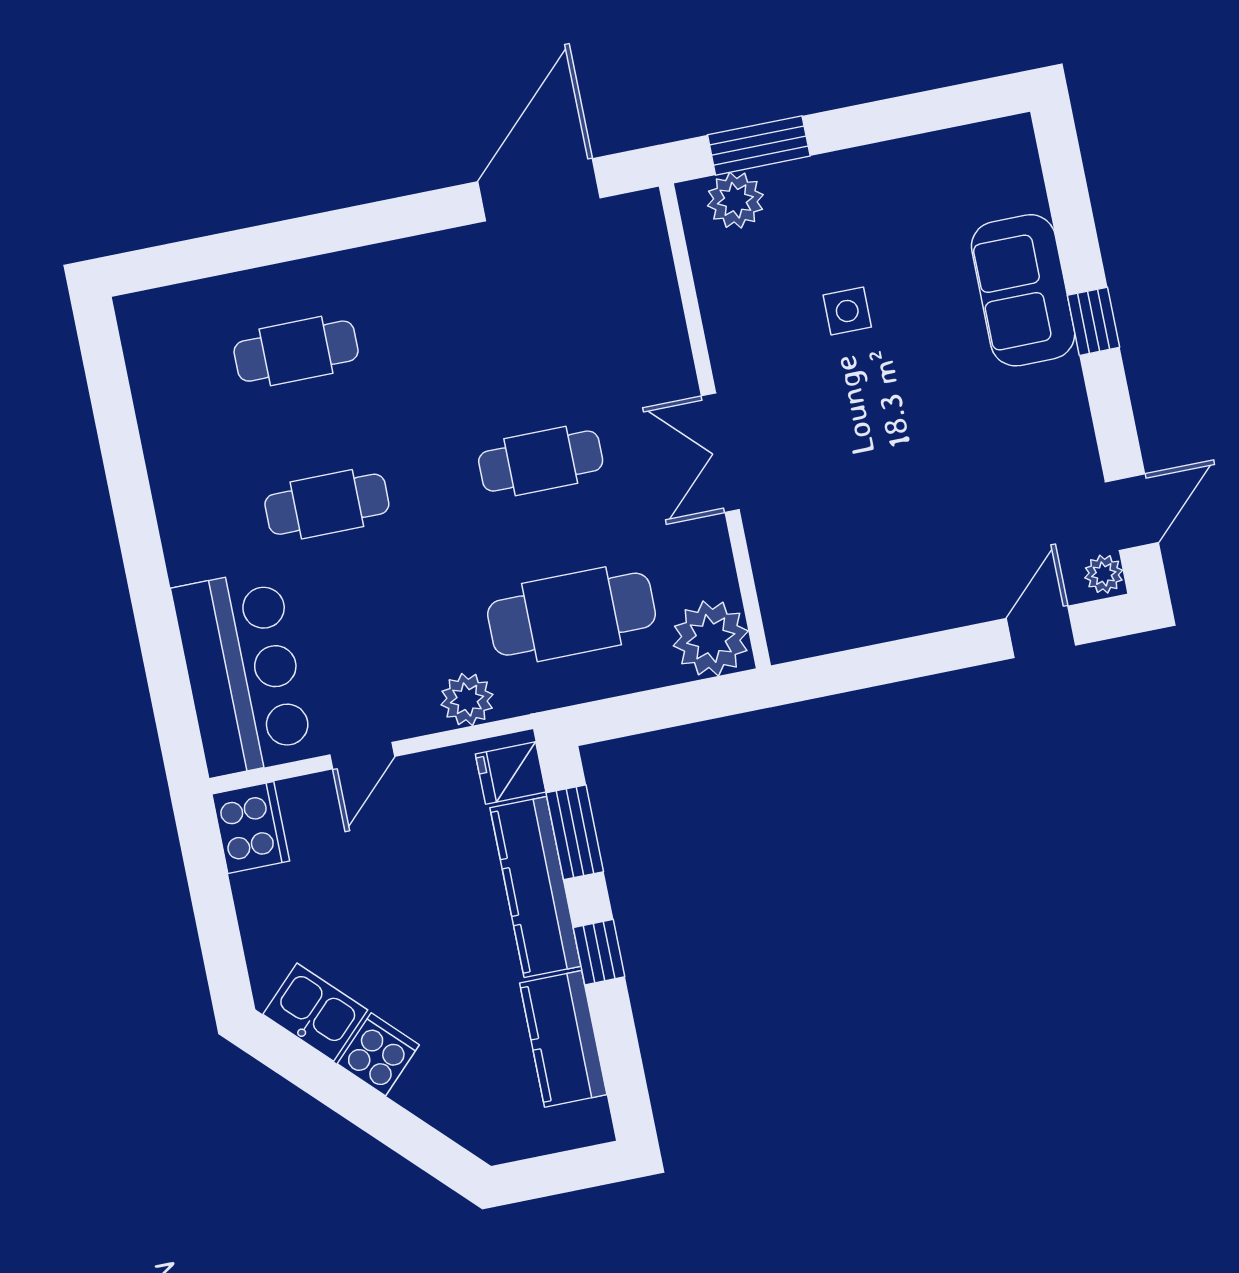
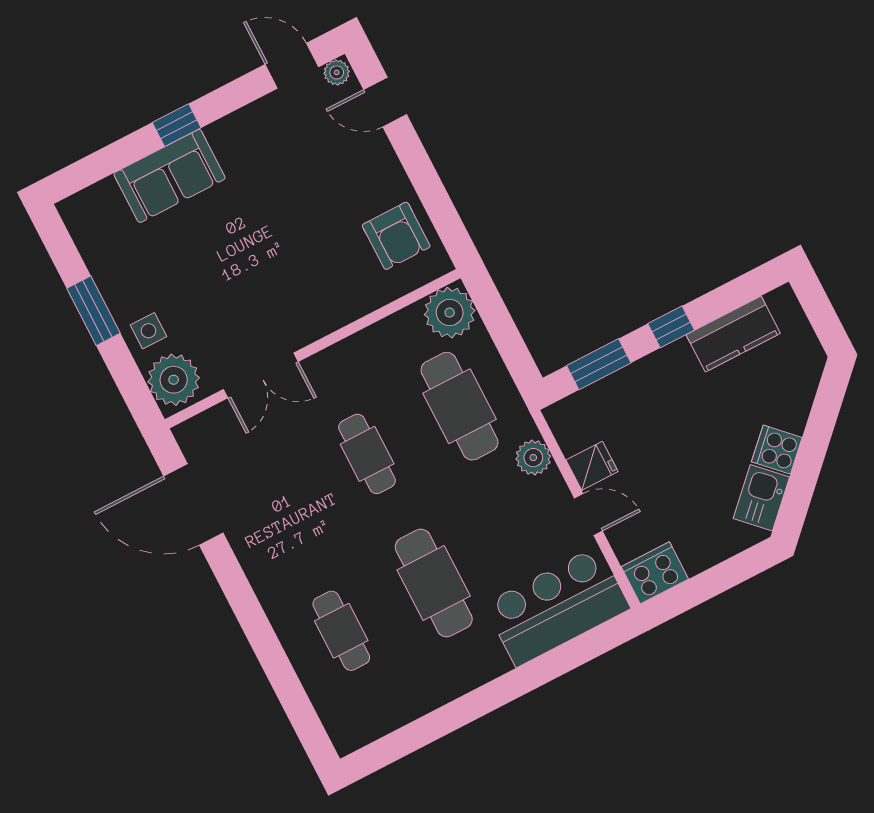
window: (759, 145) -> (93, 311), moved
plant: (735, 200) -> (174, 380), width x1.36, depth x1.36
side table: (847, 311) -> (148, 331), moved
double door: (720, 453) -> (261, 375), moved
cafe table: (327, 504) -> (434, 583), width x1.37, depth x1.35
armchair: (843, 593) -> (396, 236), added
fridge: (511, 773) -> (592, 466), moved, turned -90
kitchen counter: (535, 887) -> (641, 379), removed

